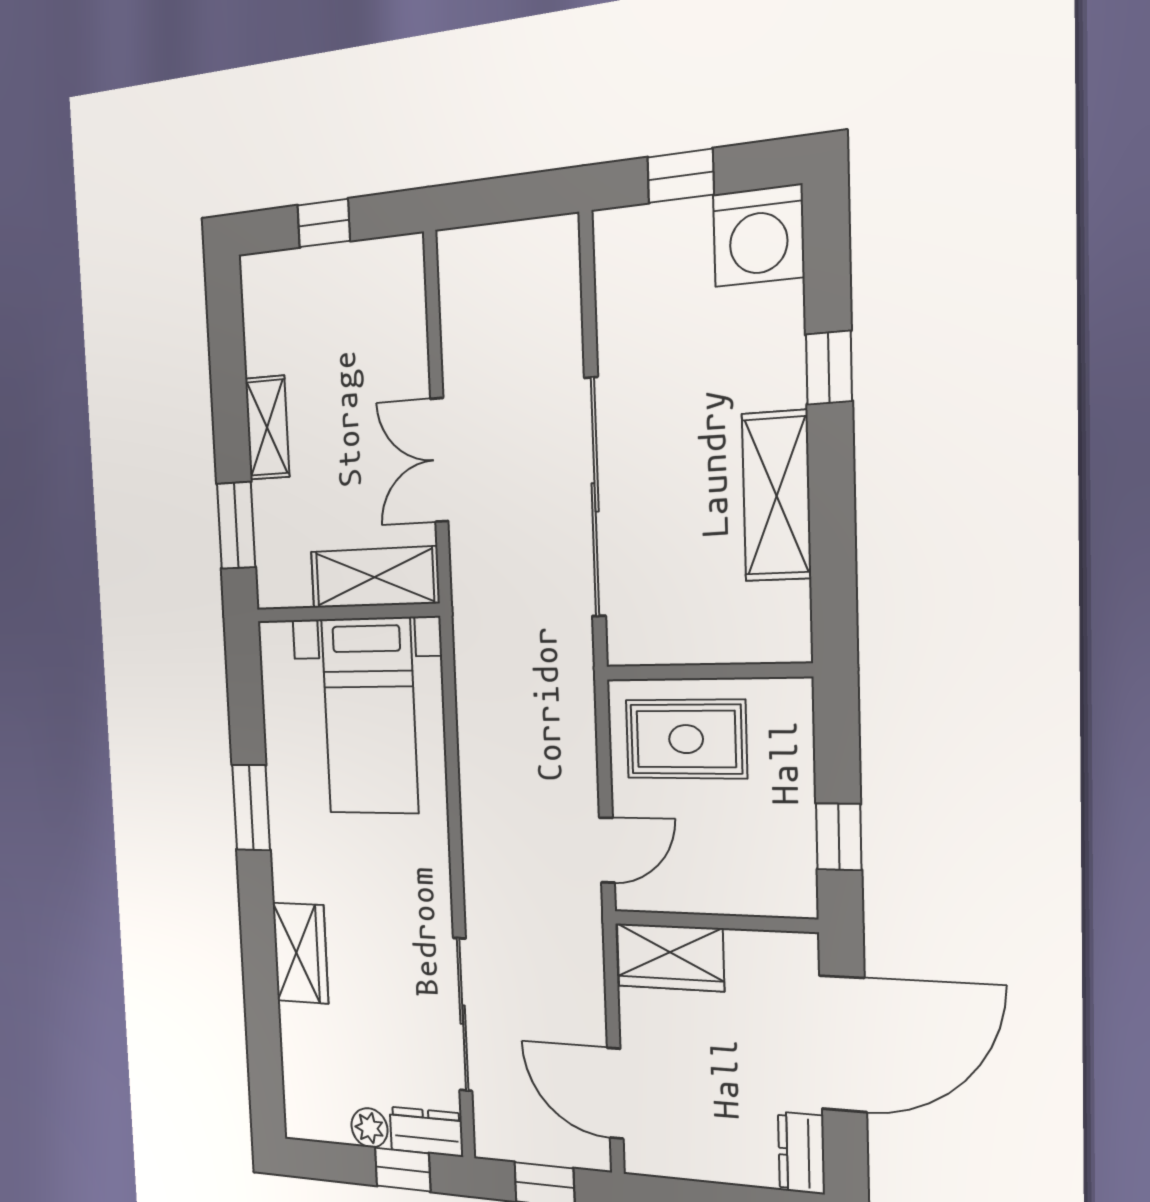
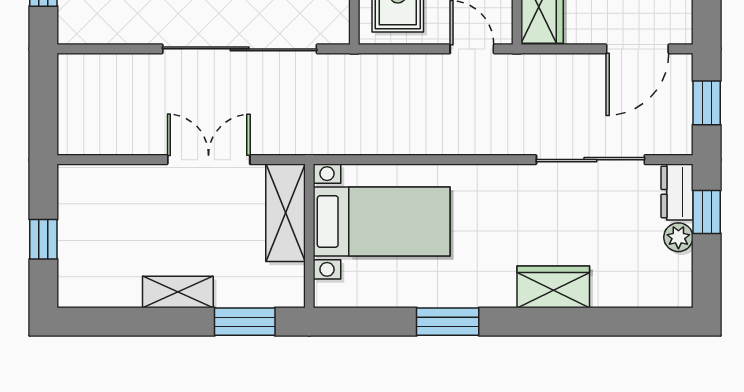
double door: (439, 460) -> (209, 160), swing flipped

